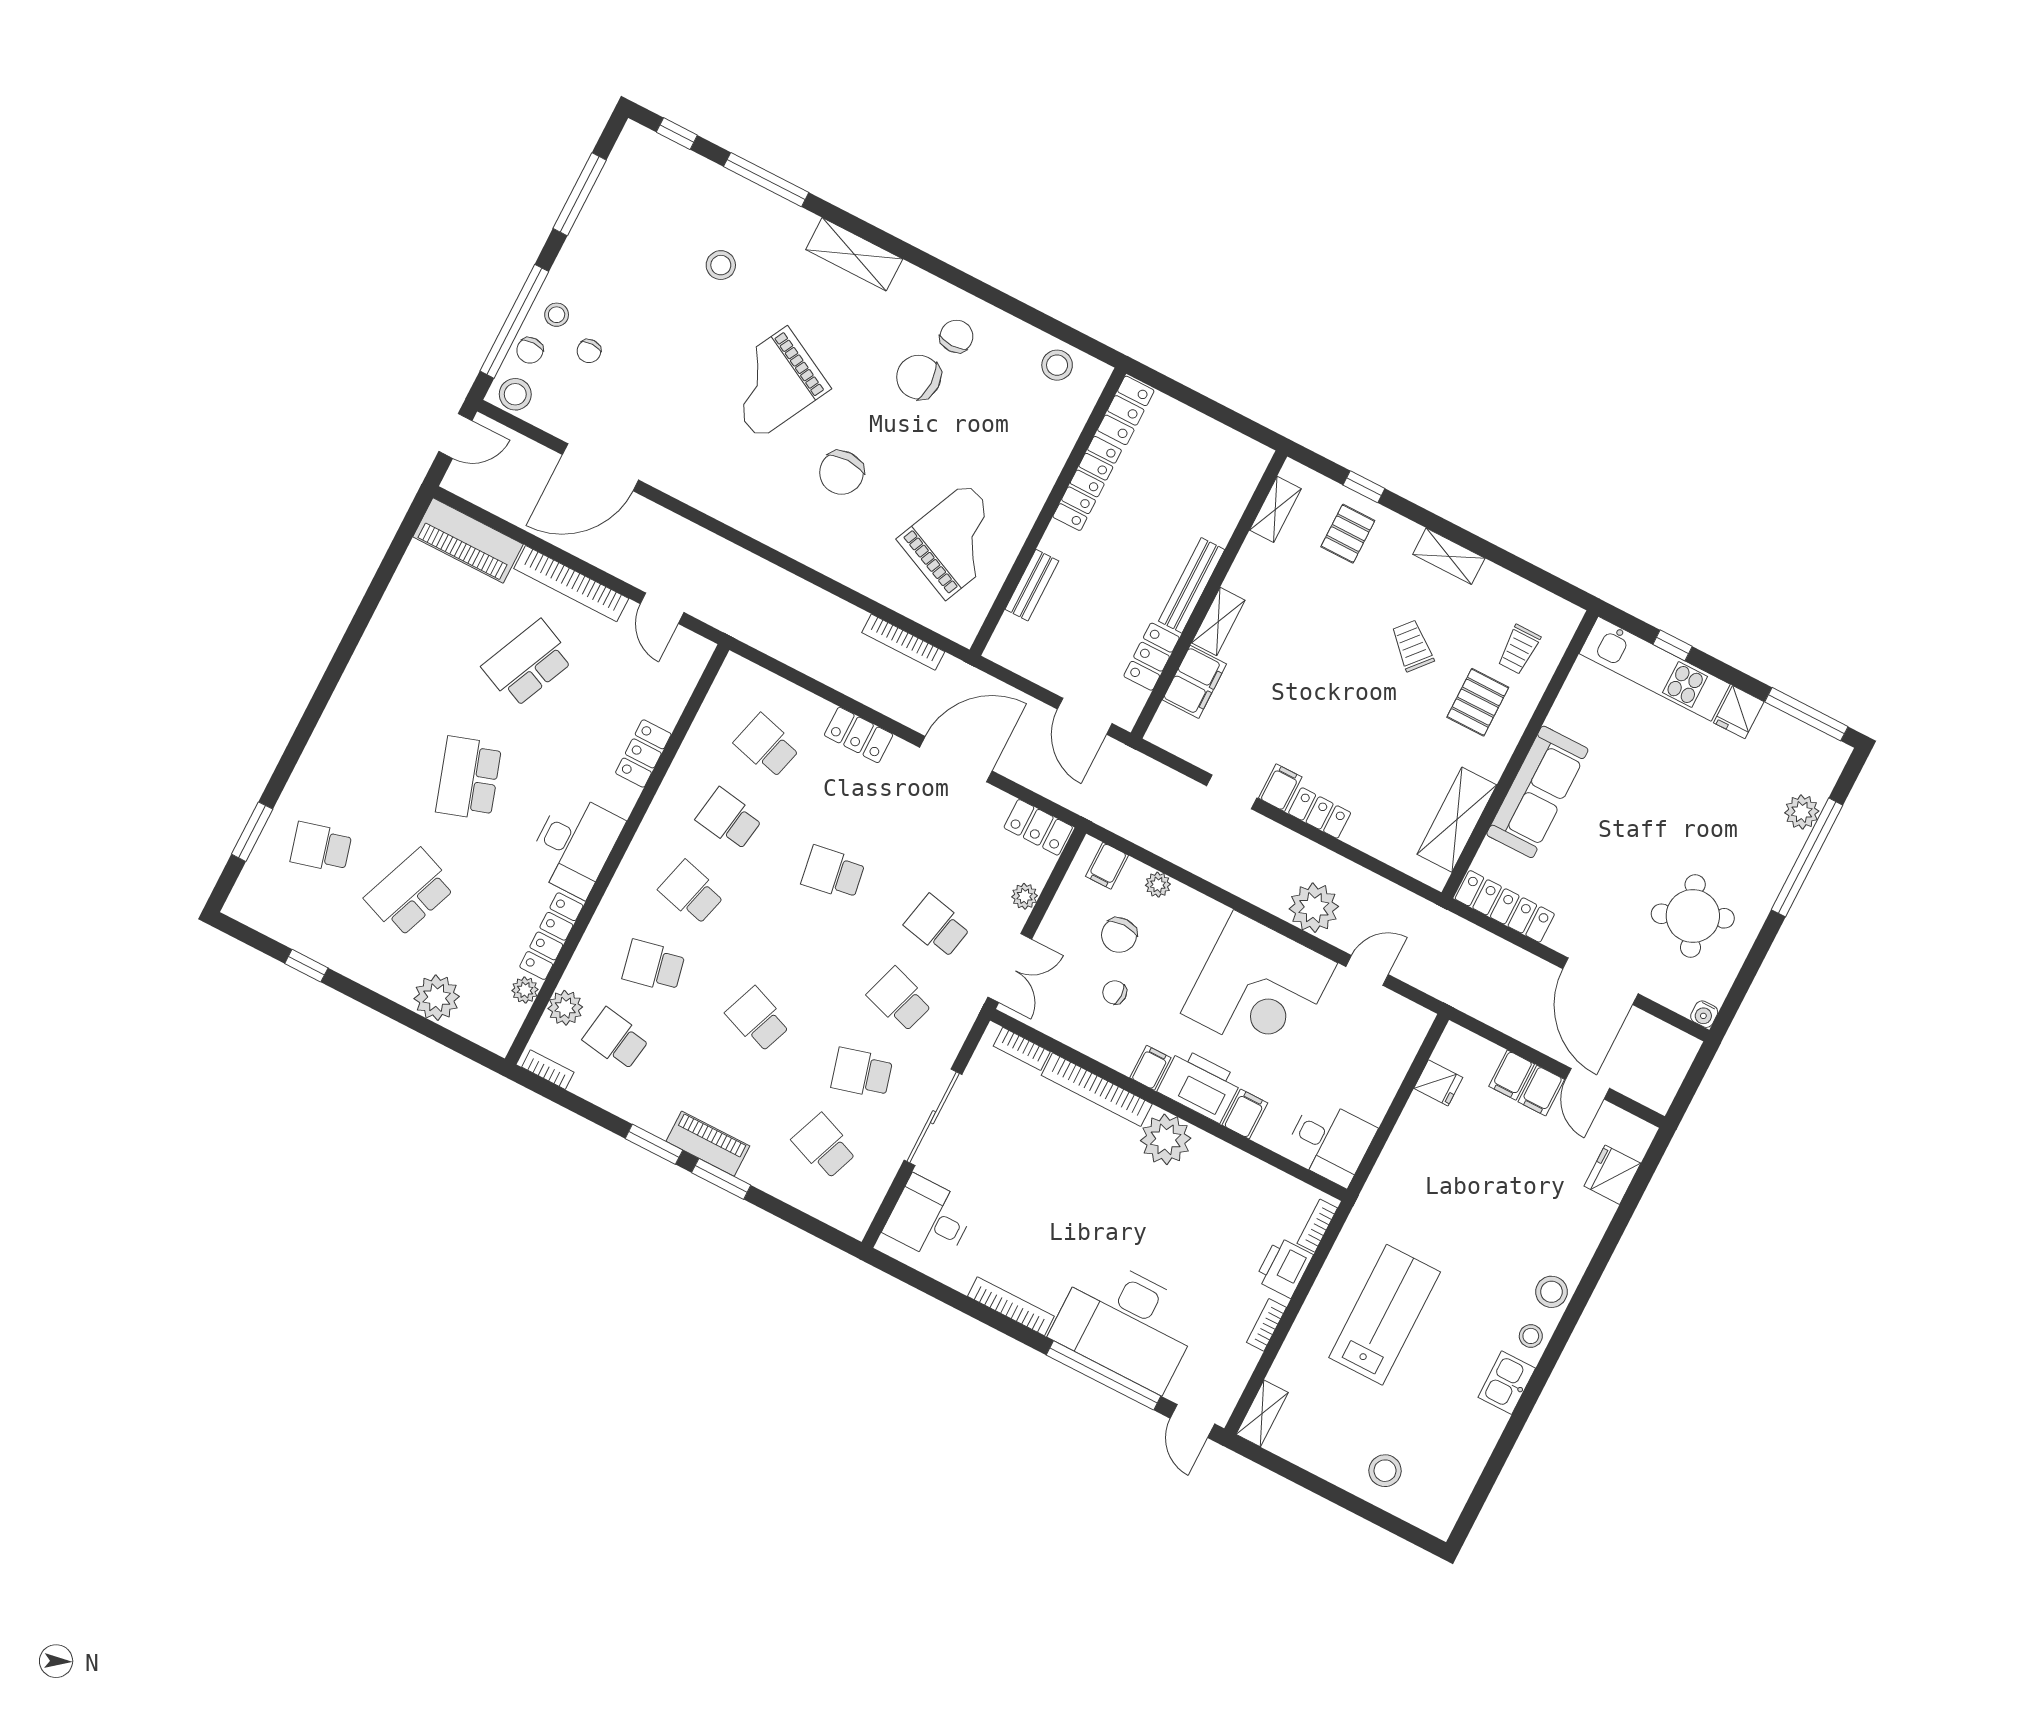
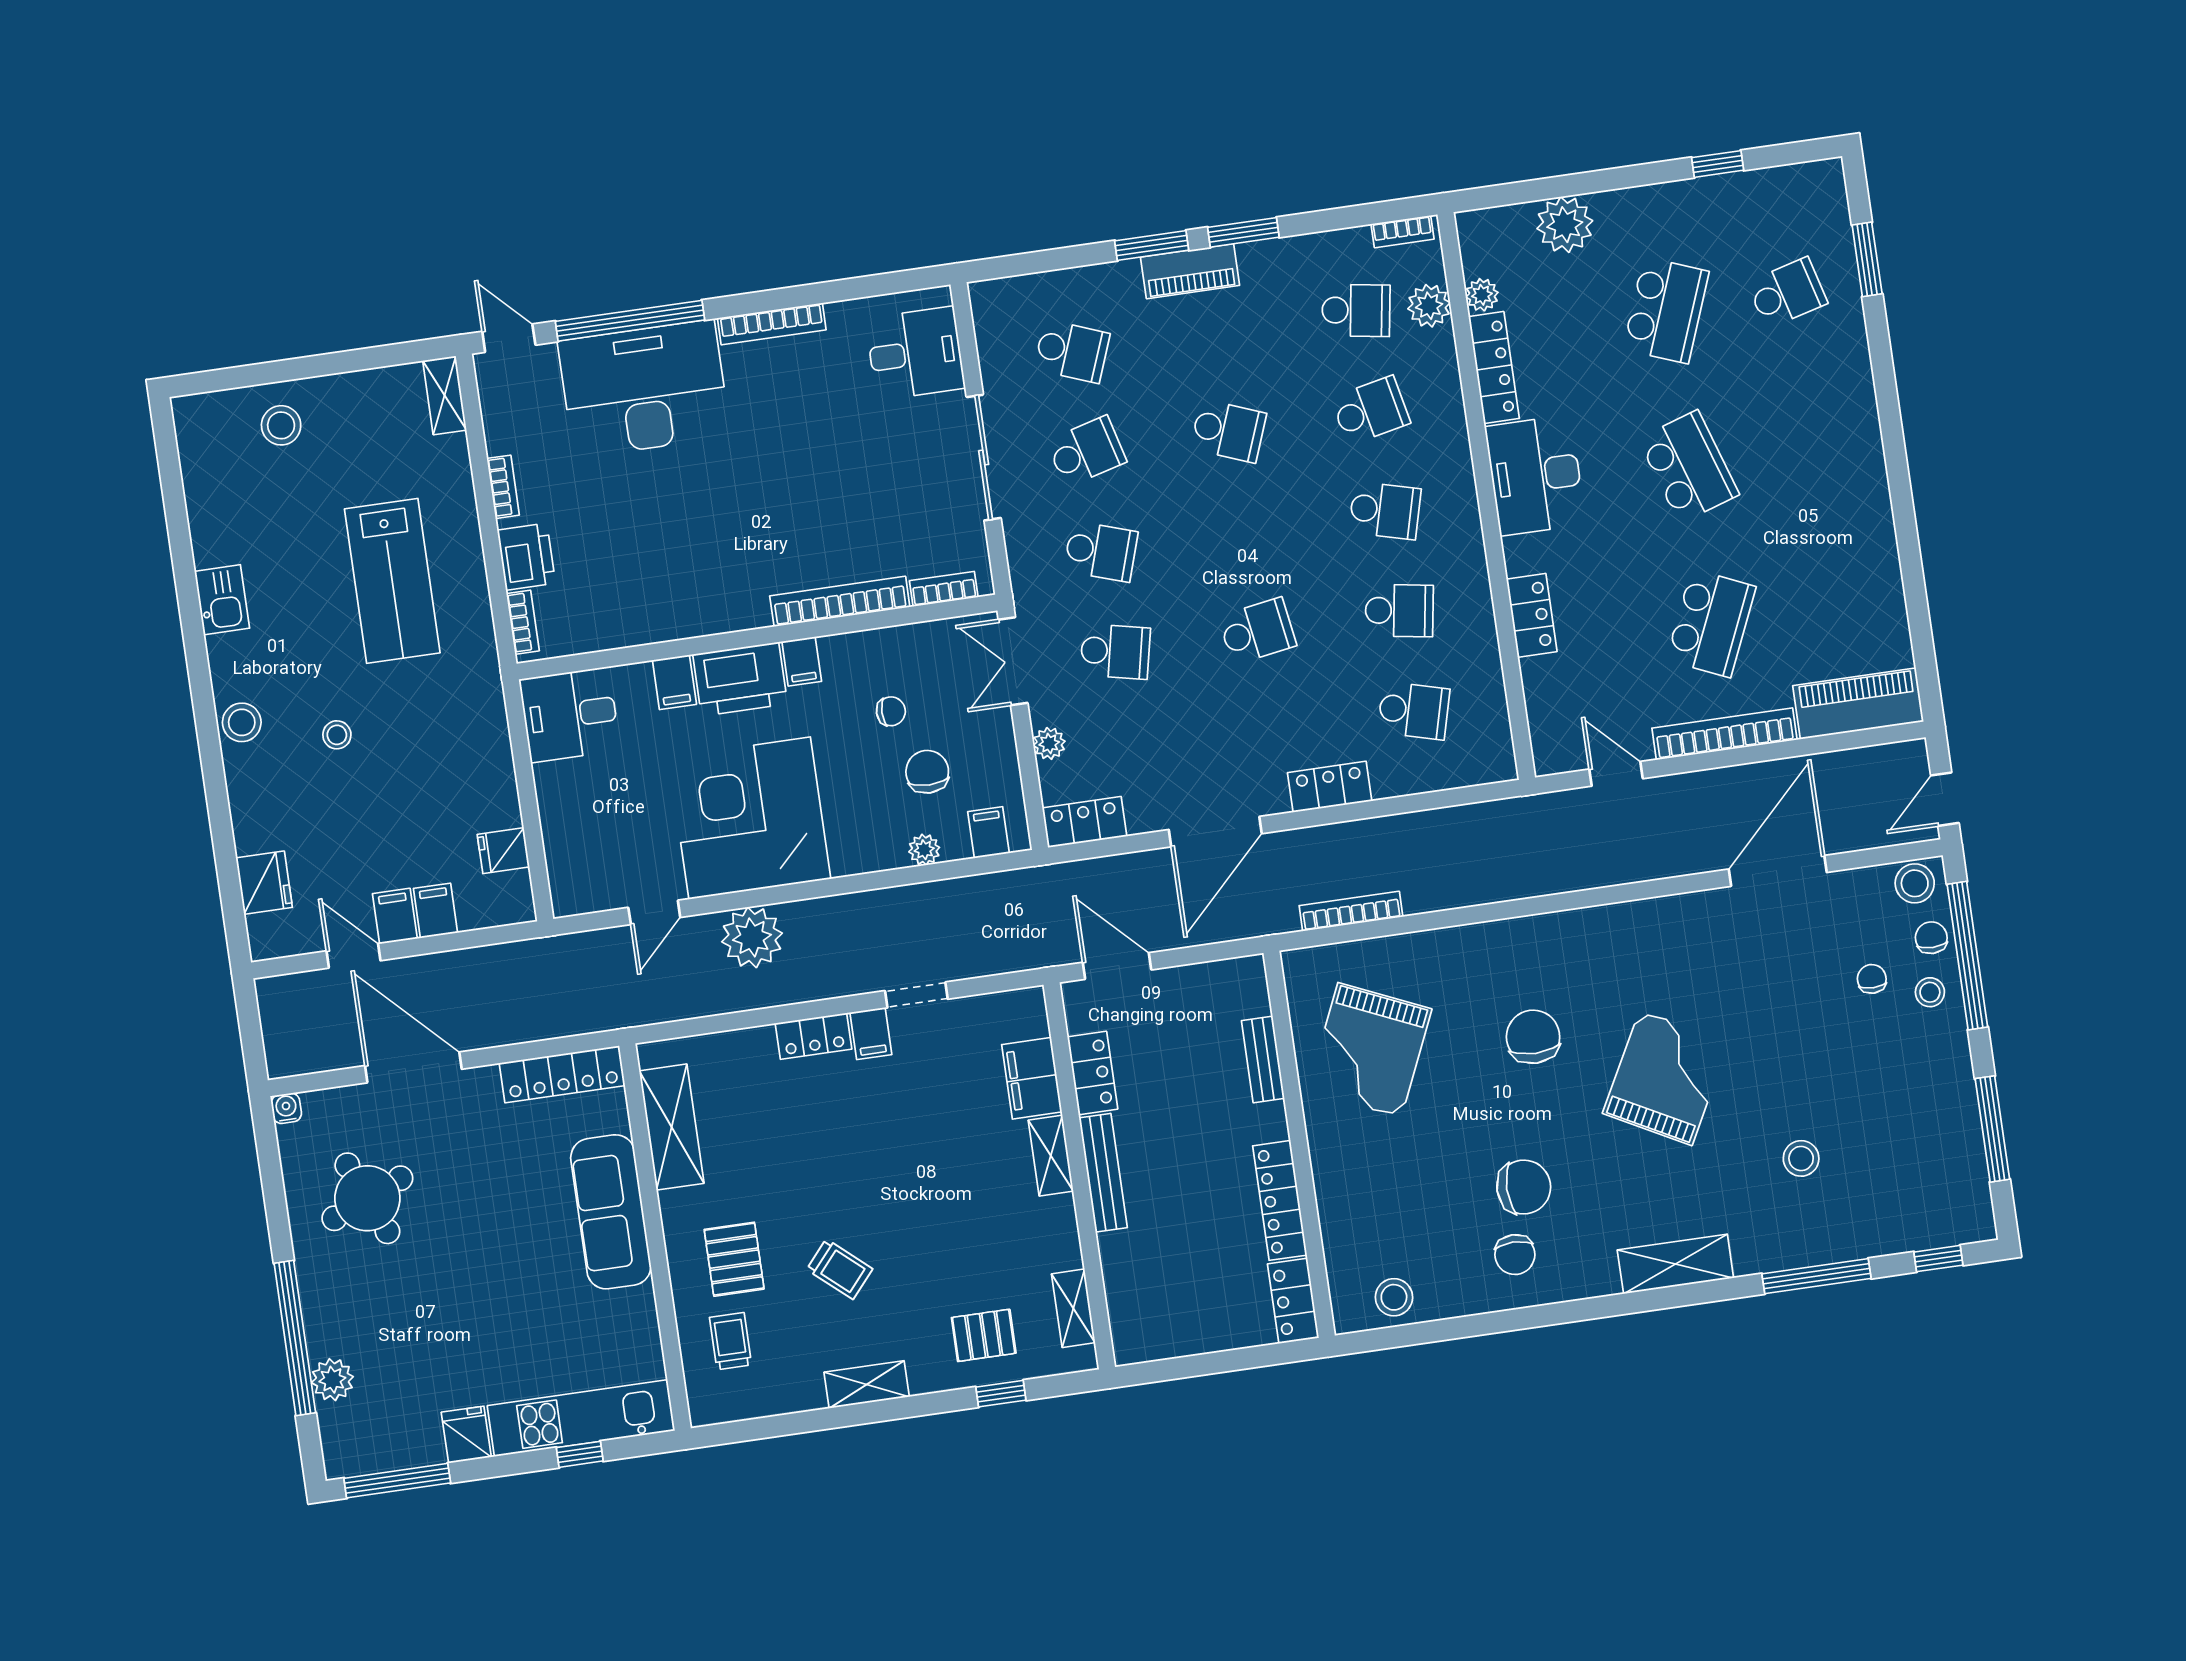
pallet: (1348, 534) -> (984, 1335), turned 90
plant: (1166, 1139) -> (736, 601), removed
stool: (1531, 1336) -> (337, 735), moved

